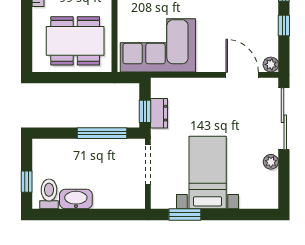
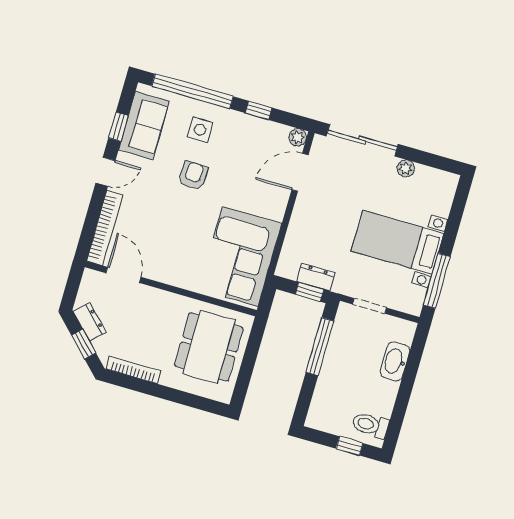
doorway: (148, 165) -> (370, 306), width x0.73
washbasin: (76, 199) -> (395, 361), moved
window: (185, 215) -> (437, 281), width x1.44

